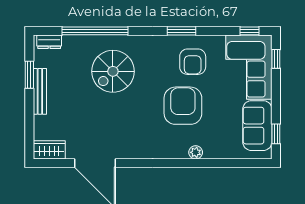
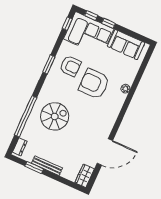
spiral stairs: (113, 71) -> (55, 116), turned -90
window: (276, 134) -> (109, 23), moved

